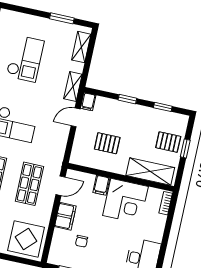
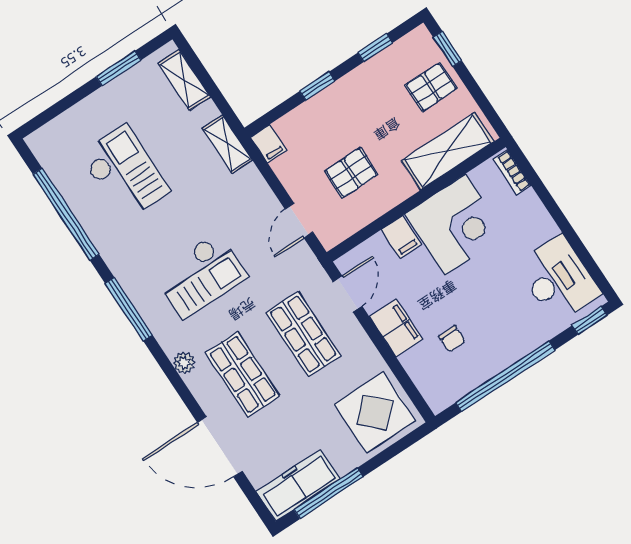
door: (76, 117) -> (299, 221), moved
window: (185, 149) -> (447, 49), moved

